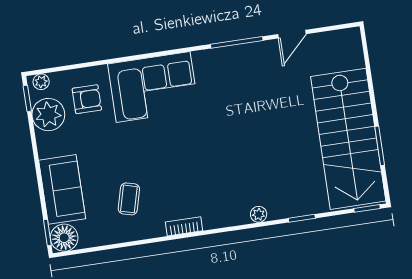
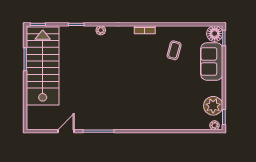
corner sofa: (153, 87) -> (150, 113), removed
armchair: (87, 99) -> (190, 111), removed

